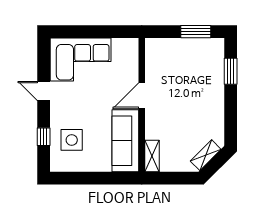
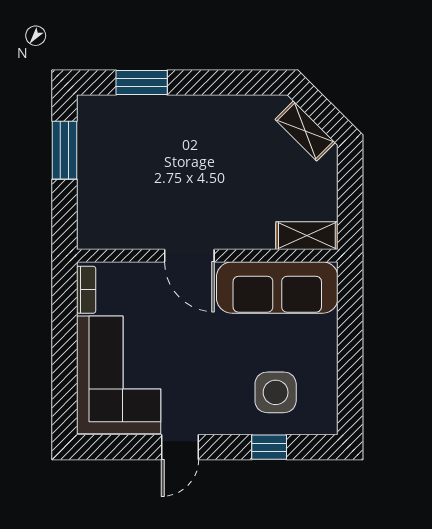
bookcase: (124, 43) -> (86, 290), added

